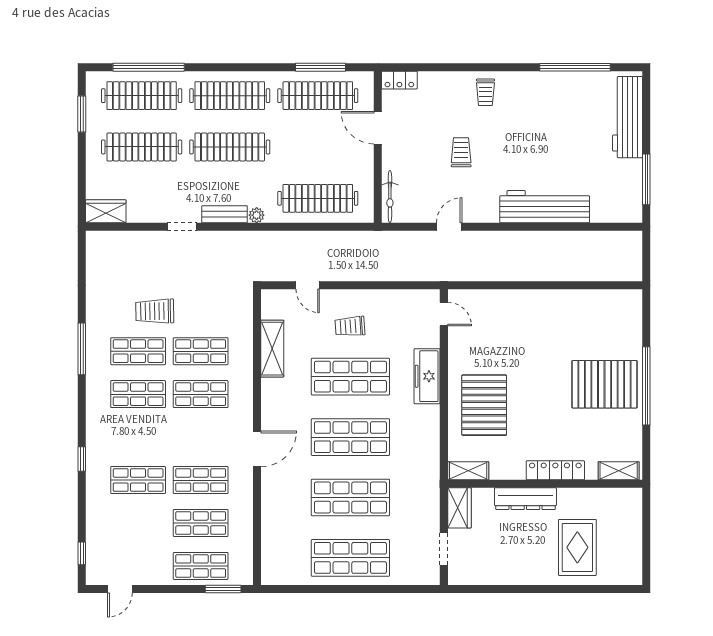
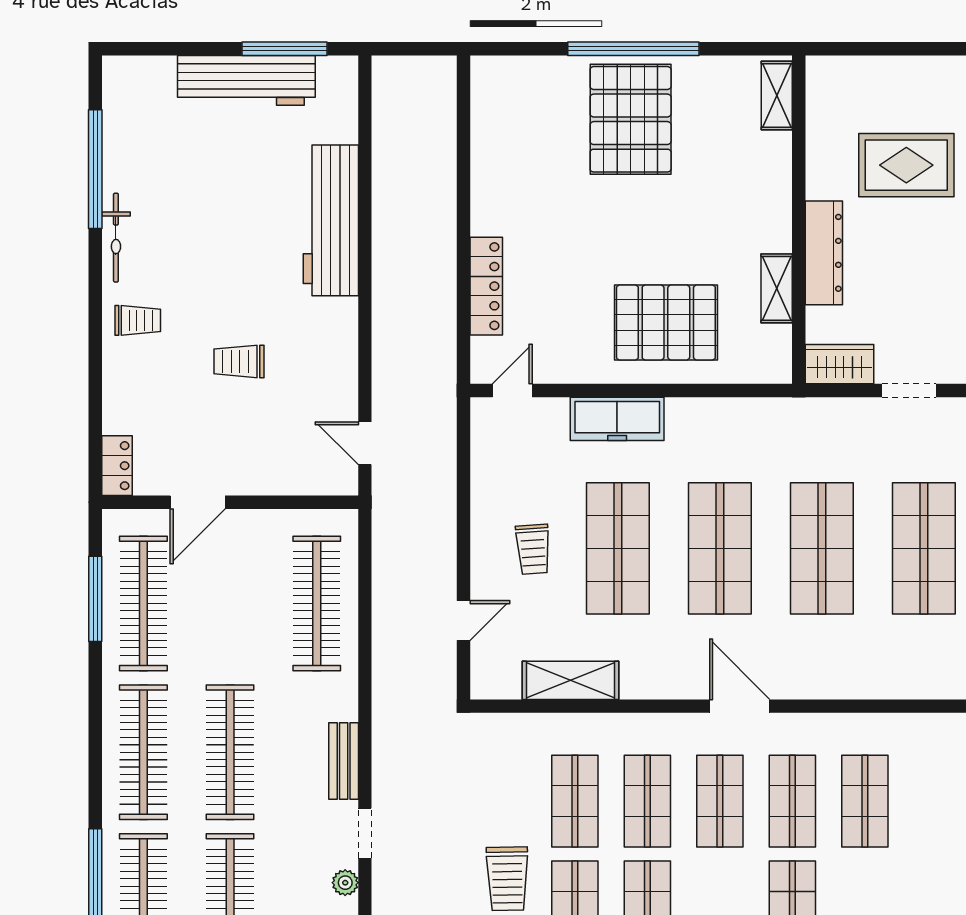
workbench: (628, 117) -> (246, 80), moved
bicycle: (390, 197) -> (116, 238), moved, turned 90
plant: (257, 215) -> (345, 883), moved
door: (449, 227) -> (365, 443), moved
locker: (555, 470) -> (486, 286), moved, turned 180
shelving: (468, 471) -> (777, 288), moved
shop shelf: (201, 566) -> (720, 801), moved

